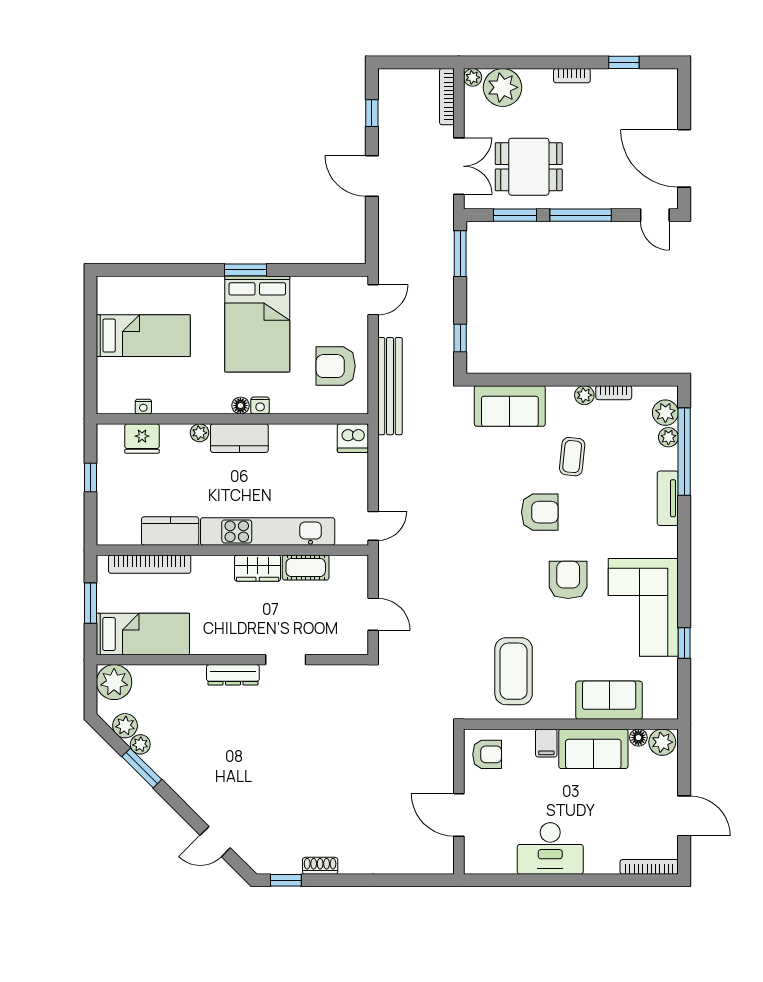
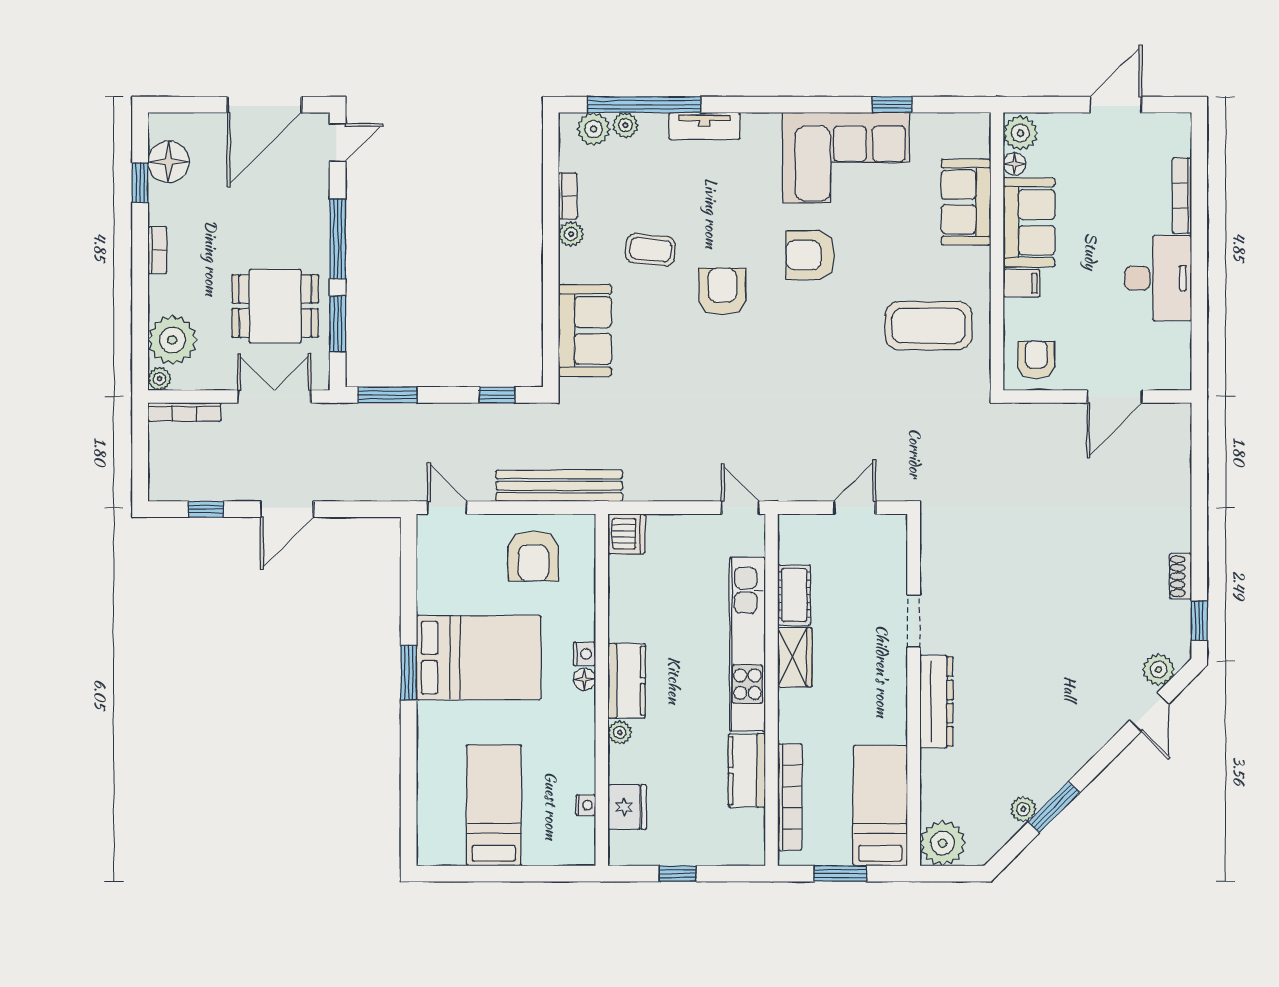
floor lamp: (640, 84) -> (169, 162), added
dining table: (529, 167) -> (275, 306), turned 90
dresser: (233, 675) -> (936, 702), width x1.37, depth x1.24
plant: (125, 726) -> (1158, 669), moved
bookcase: (649, 867) -> (1182, 196), moved

